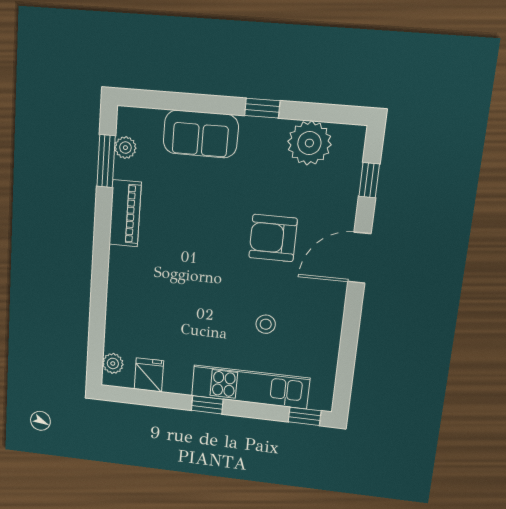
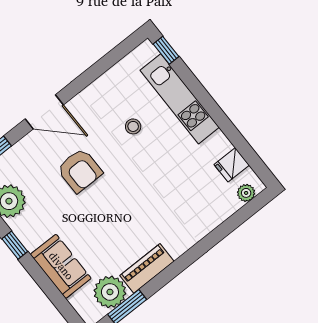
plant: (125, 148) -> (110, 292), width x1.87, depth x1.87
window: (207, 405) -> (216, 113), removed

